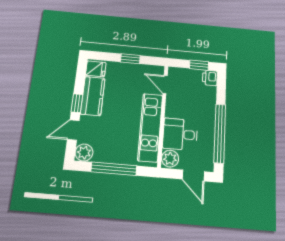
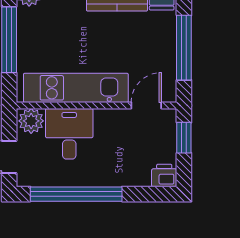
window: (130, 59) -> (184, 48), width x2.17
window: (199, 65) -> (184, 138), moved

